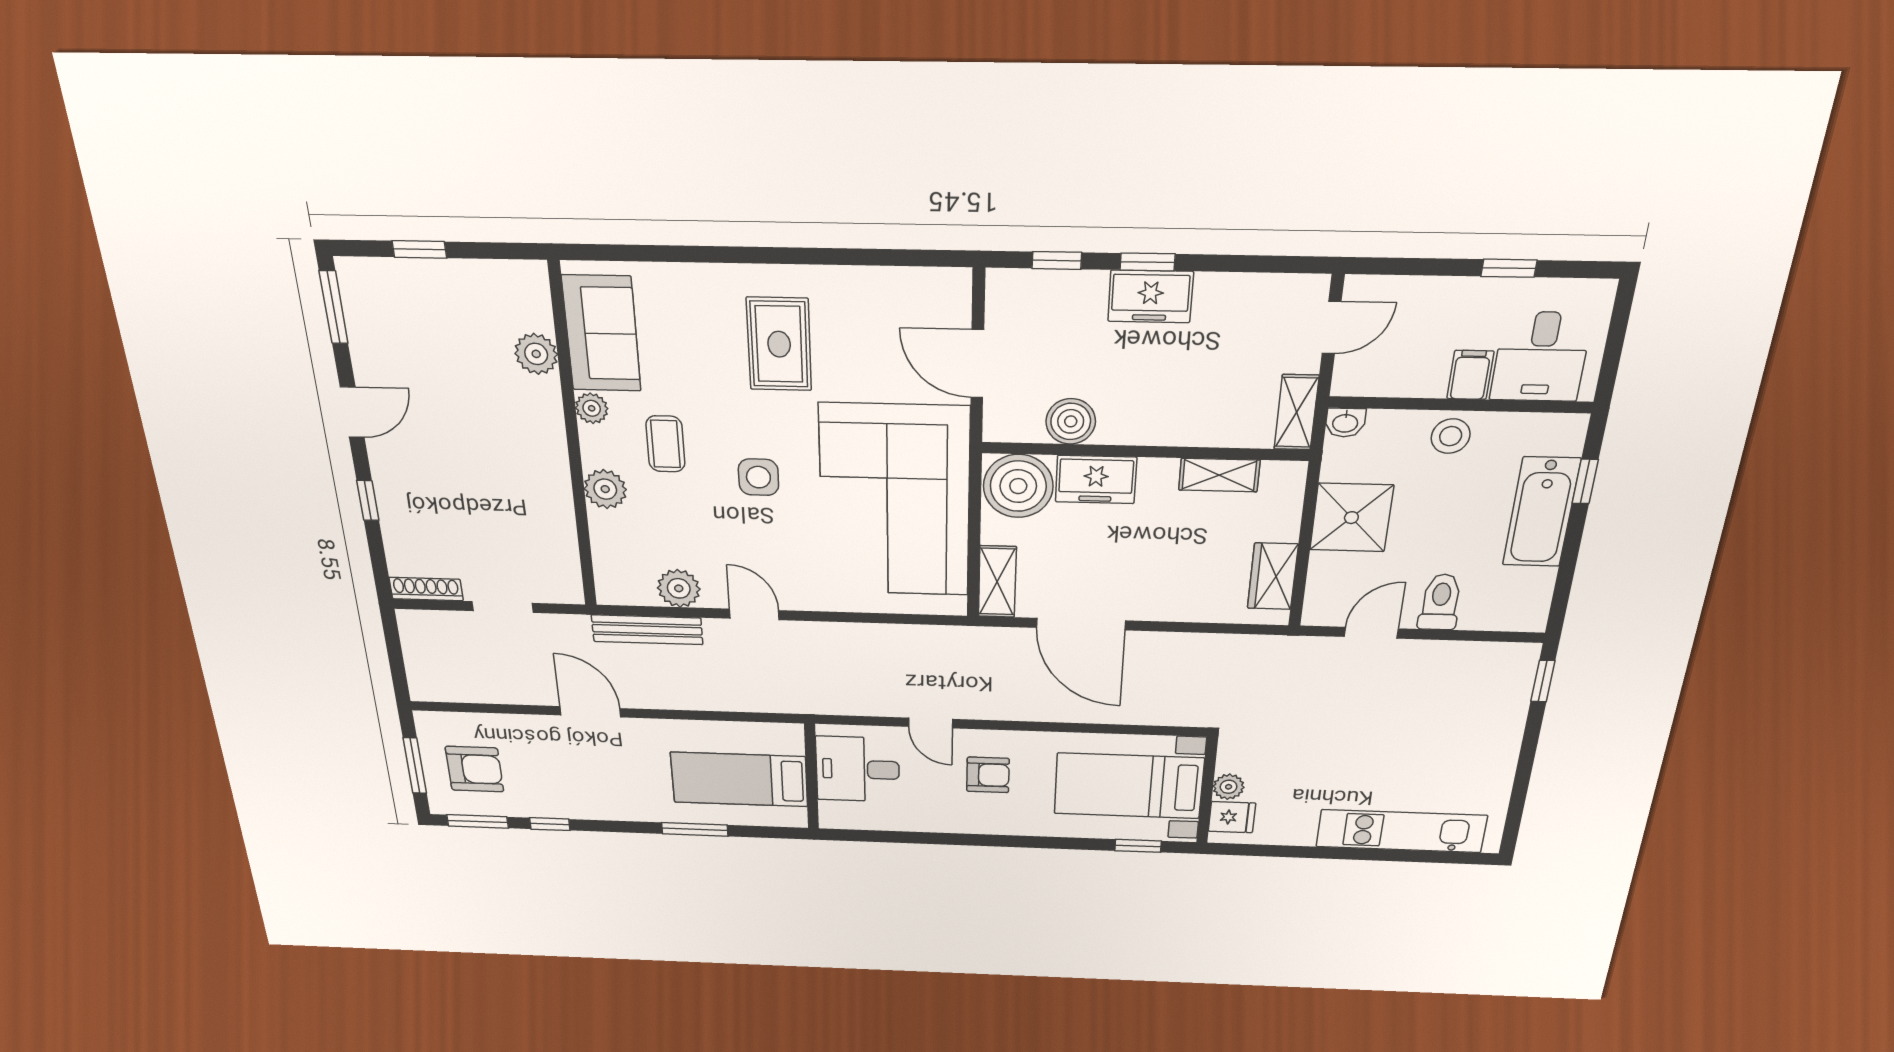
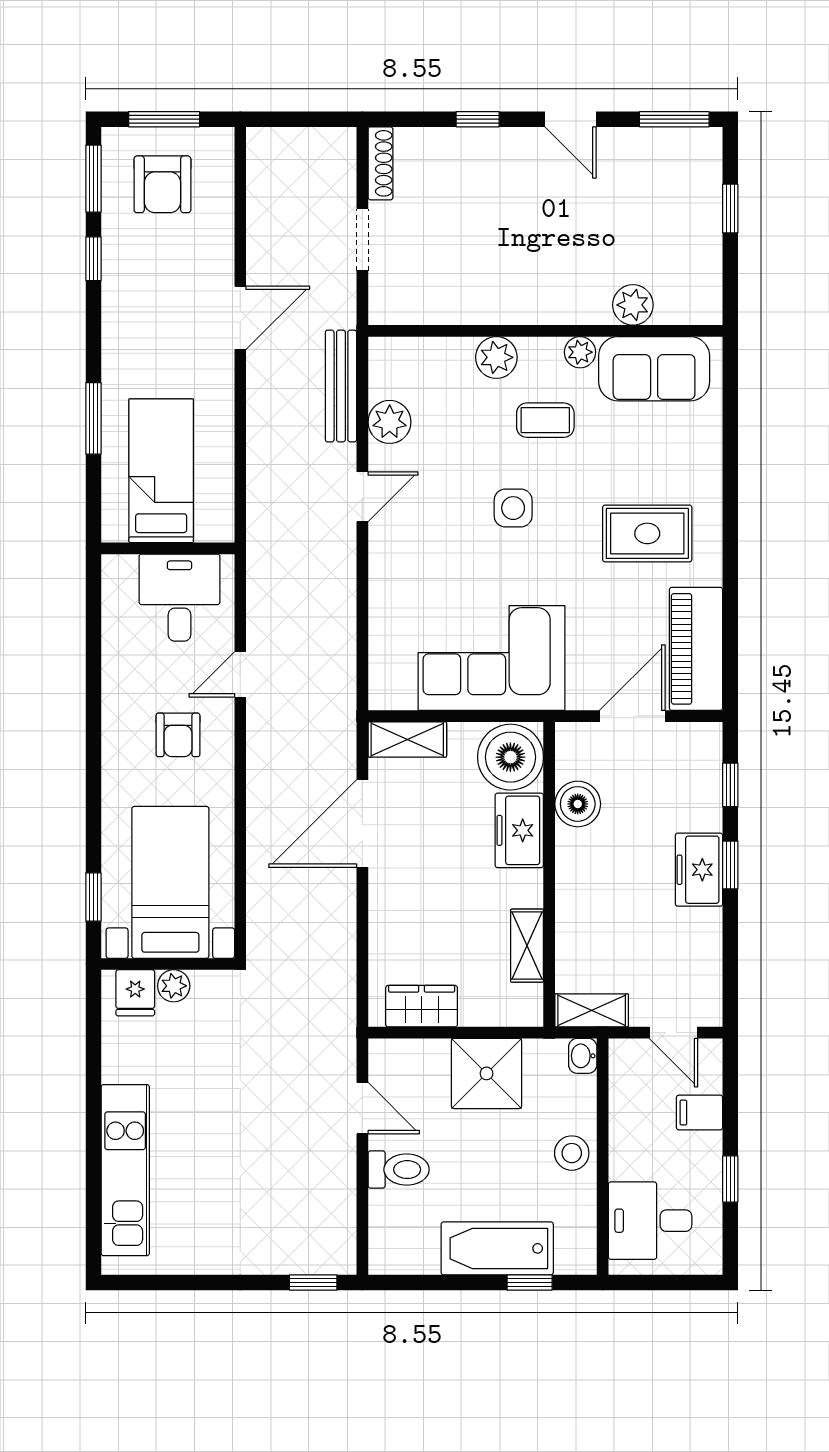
piano: (904, 295) -> (696, 649), added
filing cabinet: (1470, 375) -> (700, 1113), moved, turned 180
corner sofa: (895, 501) -> (491, 658), width x0.73, depth x0.74

